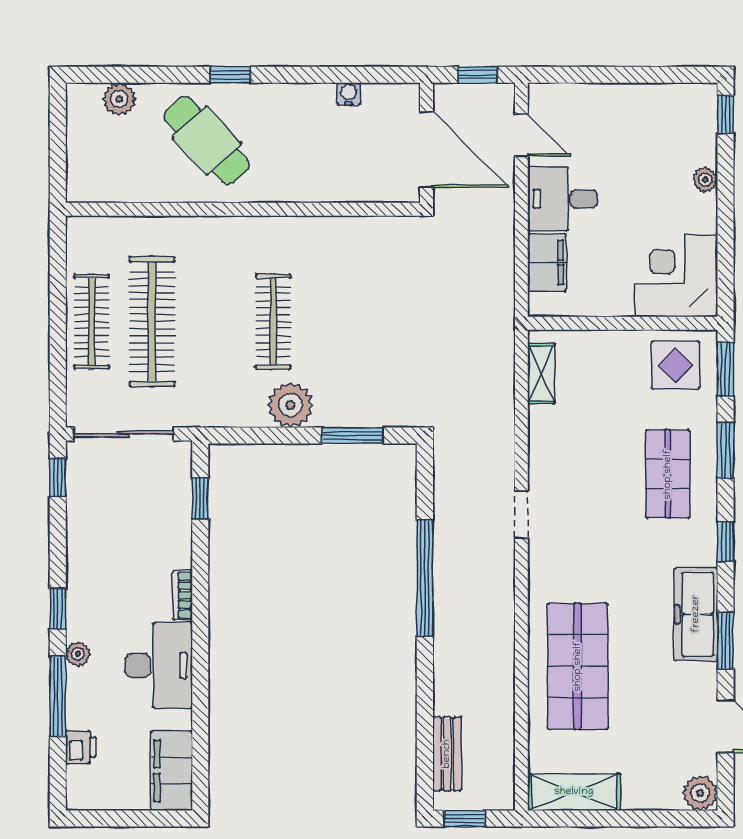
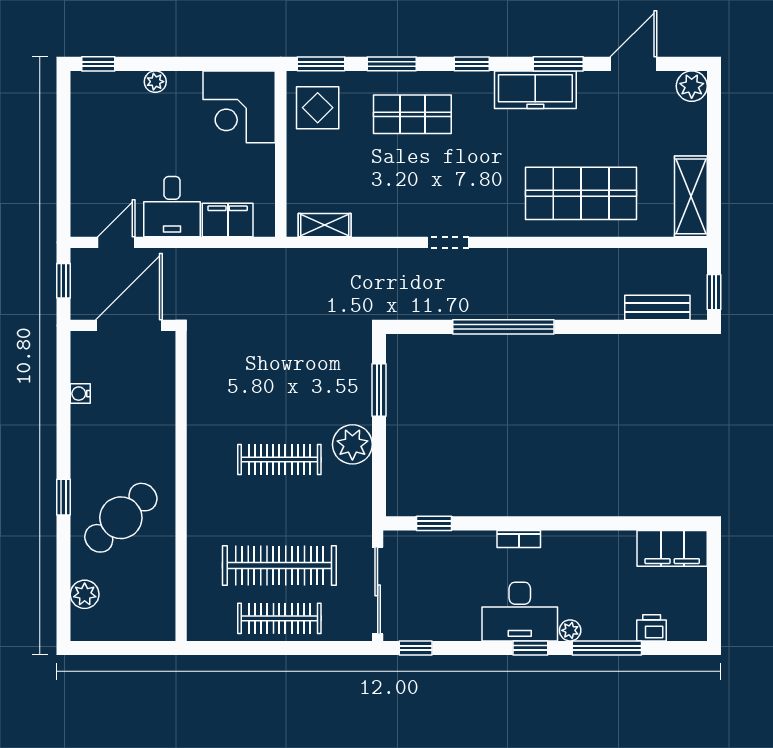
desk: (159, 666) -> (520, 612), moved, turned 180

